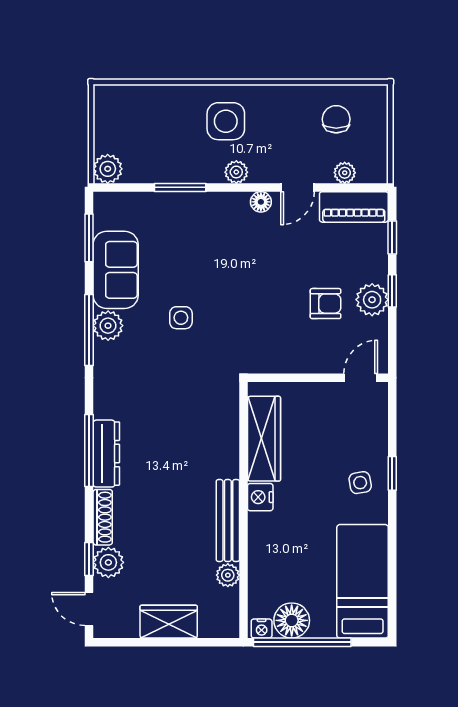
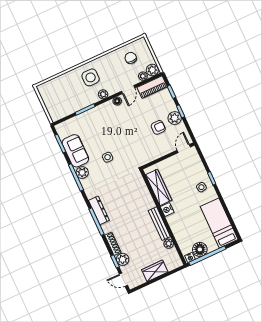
plant: (108, 169) -> (152, 70), moved
dresser: (106, 454) -> (99, 210), moved

